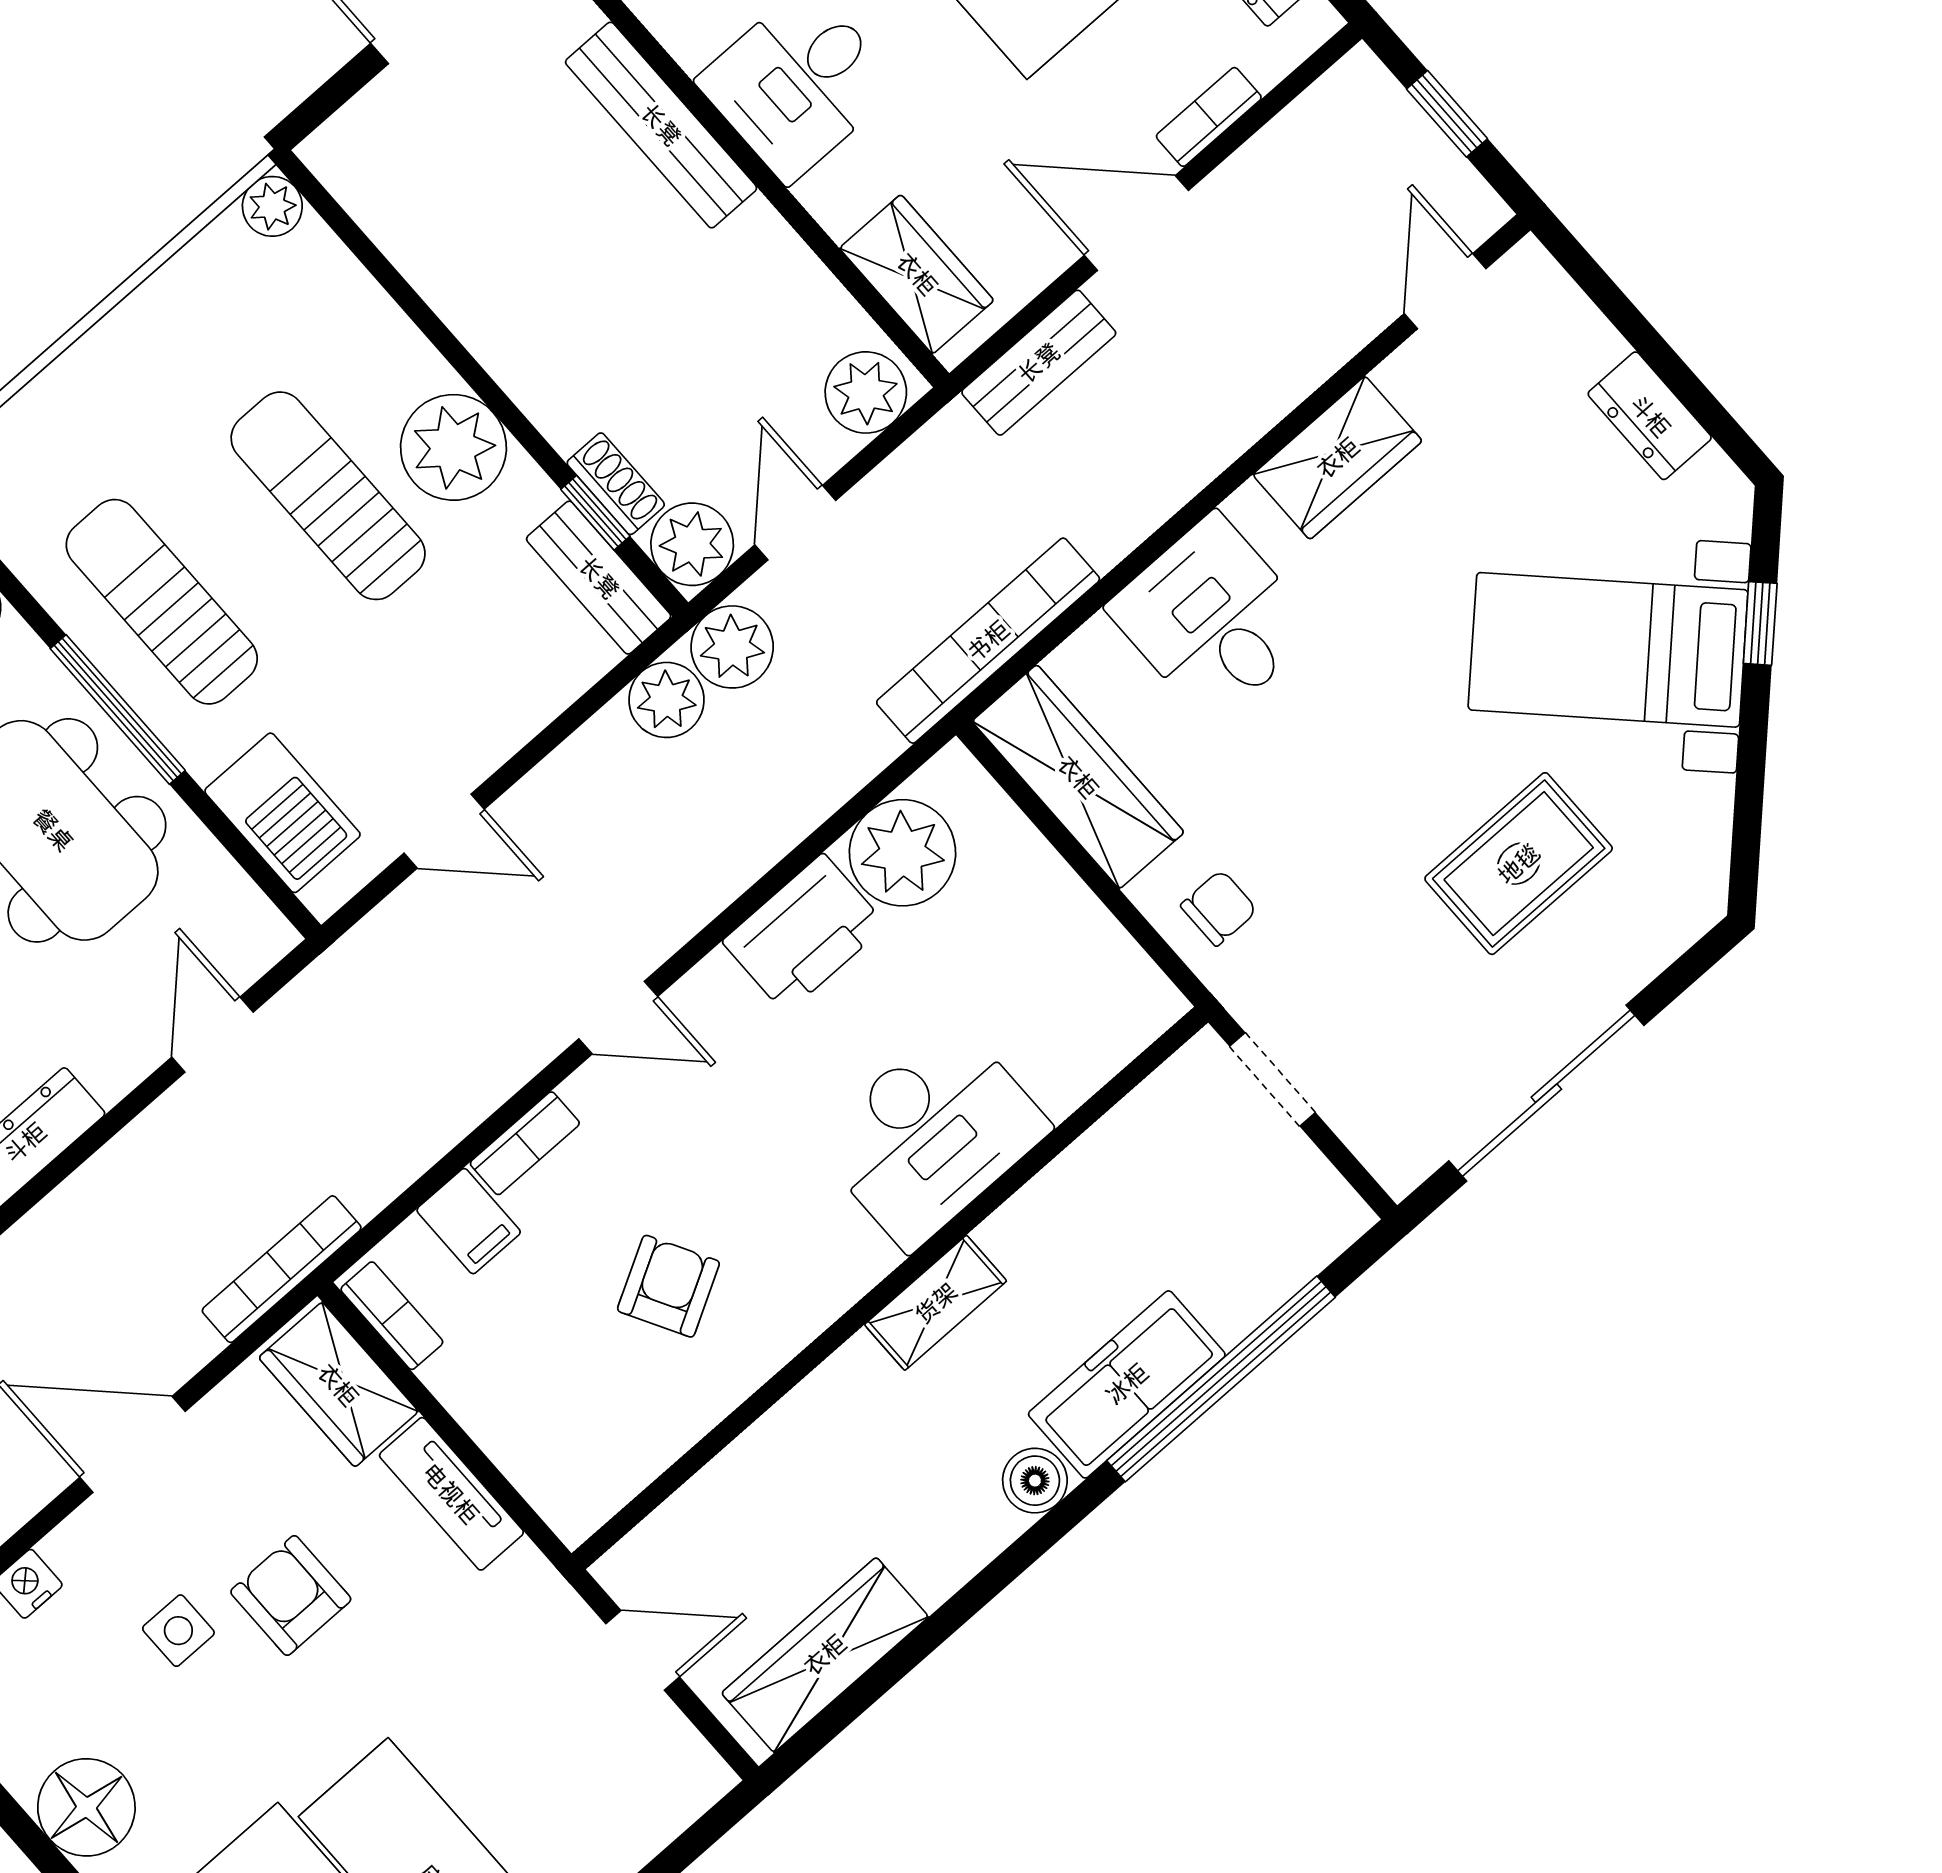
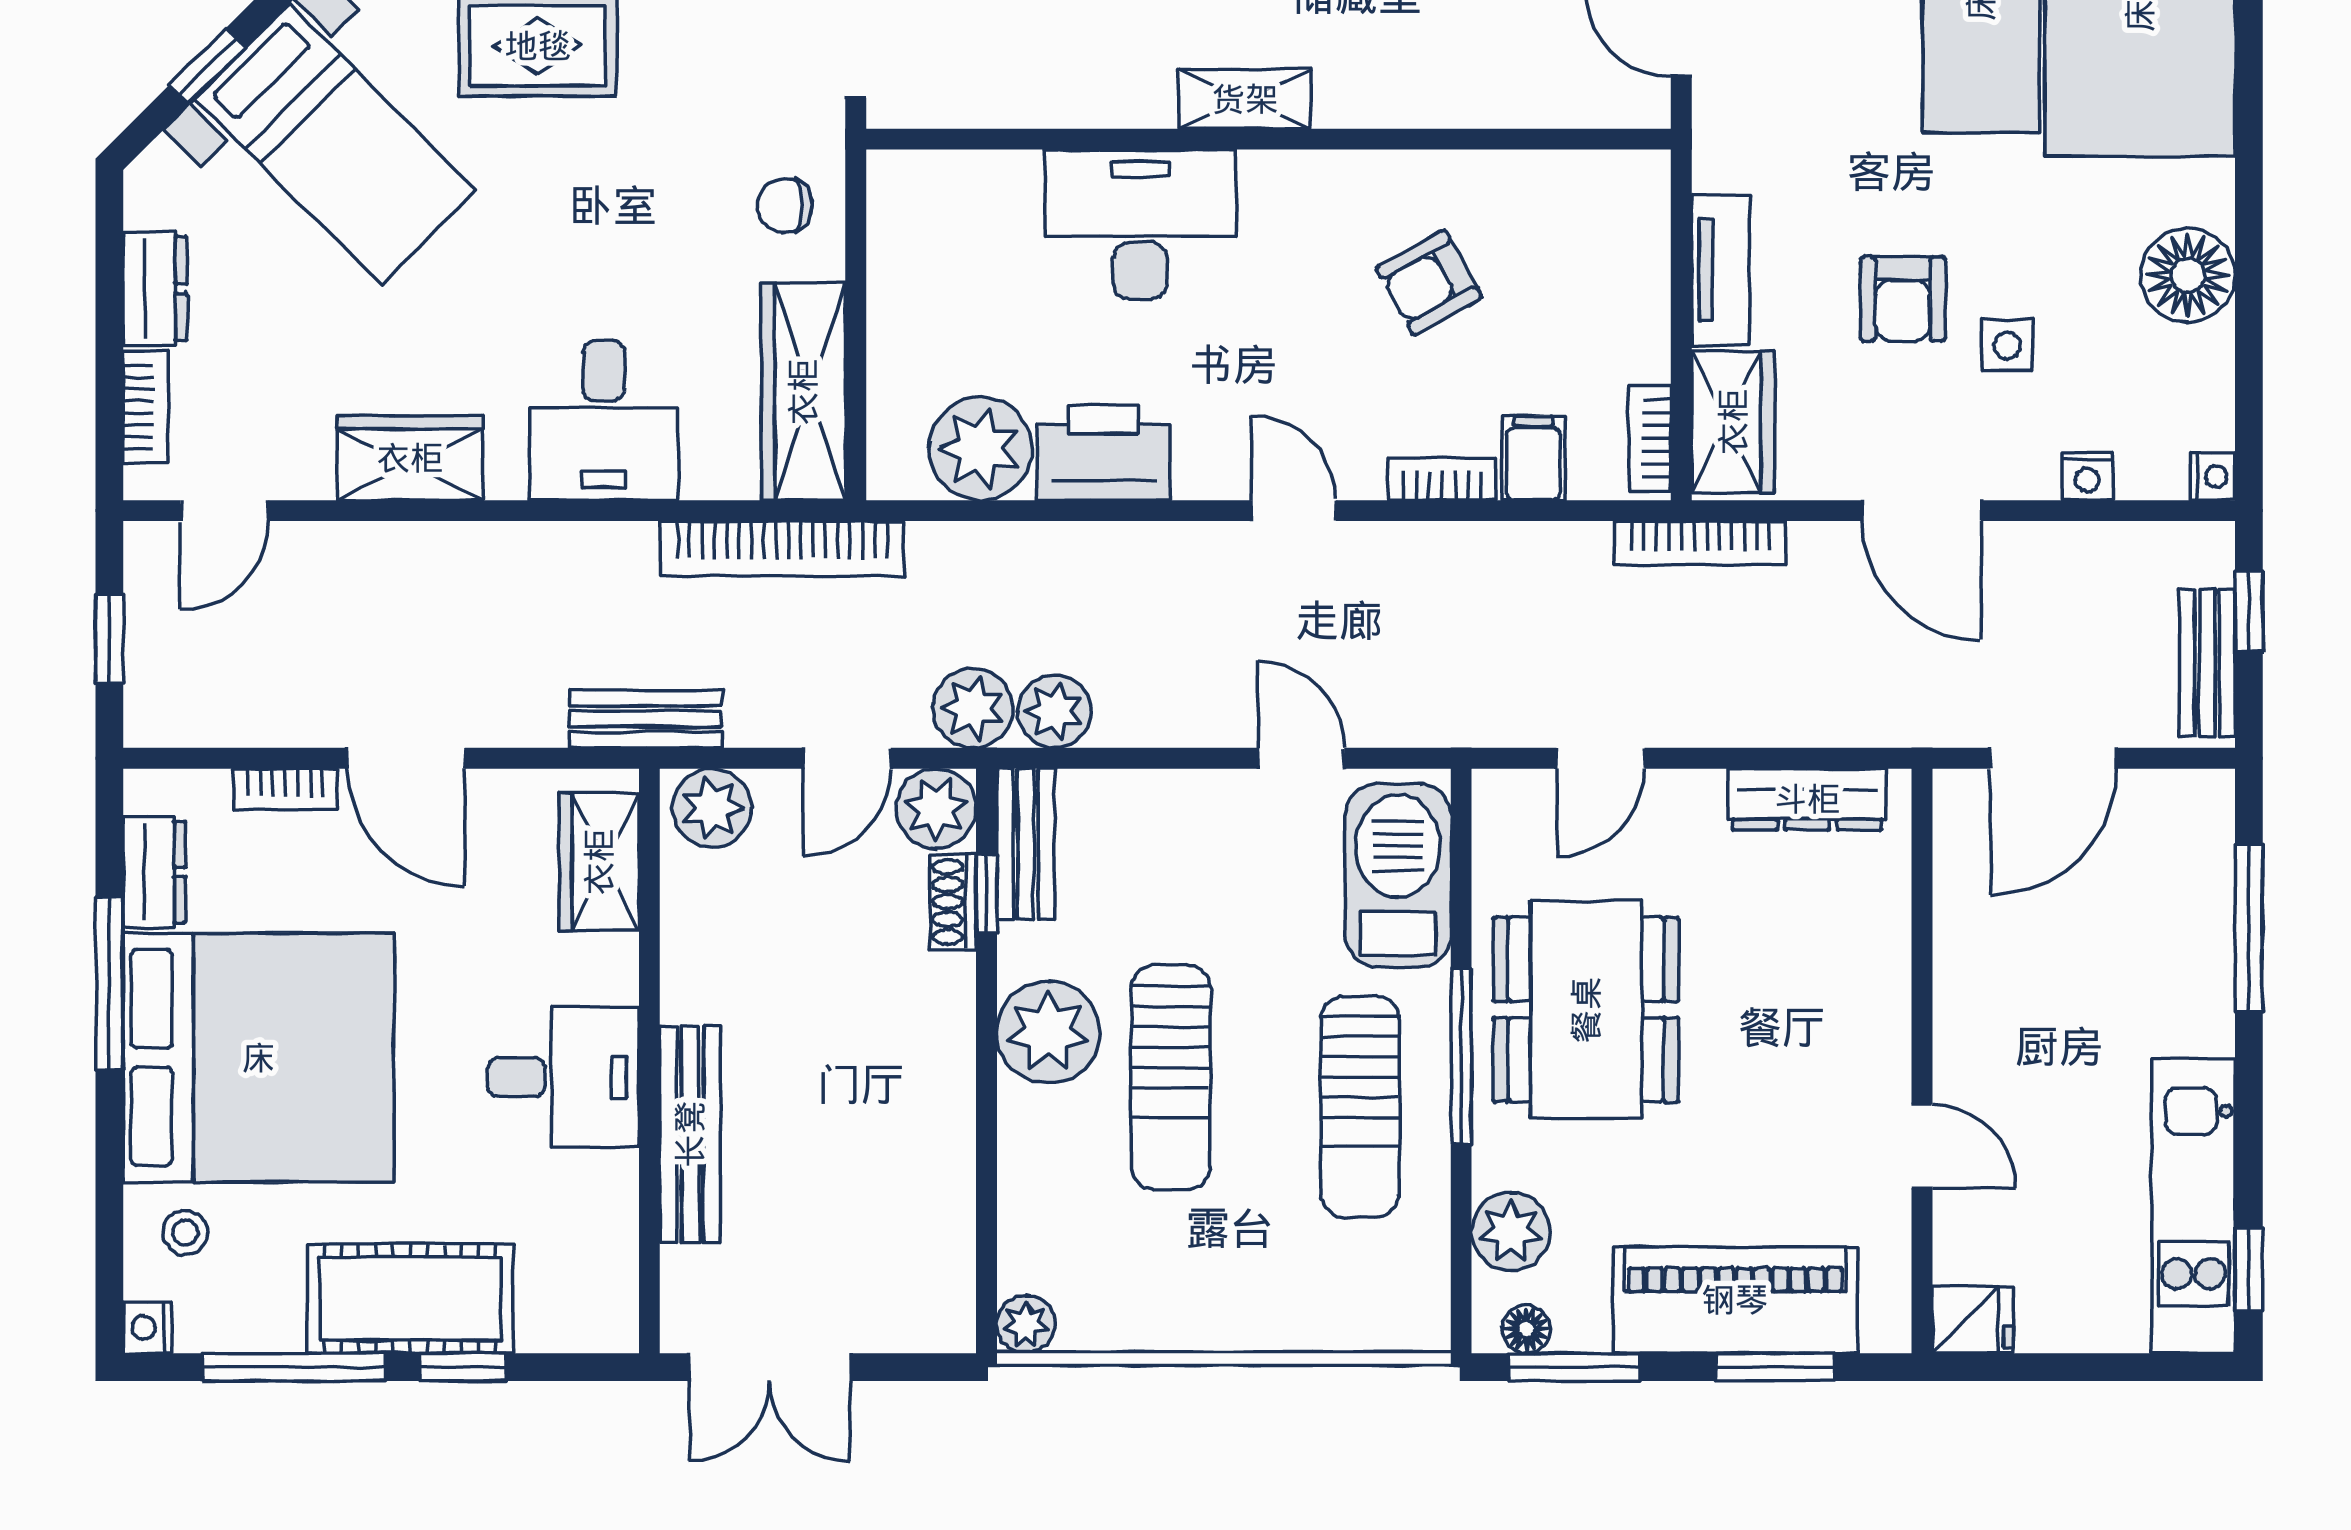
bookcase: (1577, 318) -> (145, 407), added
bench: (1039, 363) -> (646, 719), moved
barbecue: (283, 813) -> (1398, 875), width x1.37, depth x1.21

